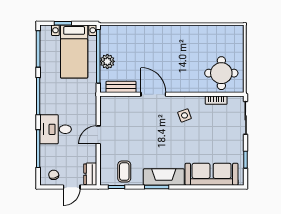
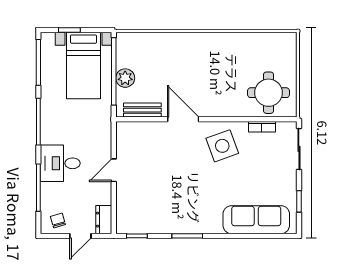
side table: (185, 115) -> (222, 146), width x1.87, depth x1.87
coffee table: (124, 172) -> (147, 216), removed
fireplace: (164, 177) -> (196, 223), removed

